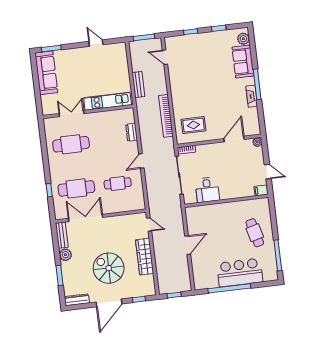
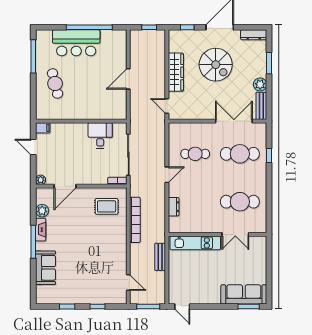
plant: (243, 39) -> (42, 211), moved
door: (96, 43) -> (182, 306), moved
sofa: (46, 73) -> (244, 294), moved, turned 90
double door: (86, 218) -> (234, 121), swing flipped

